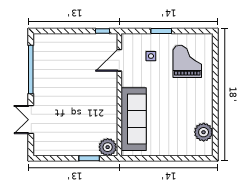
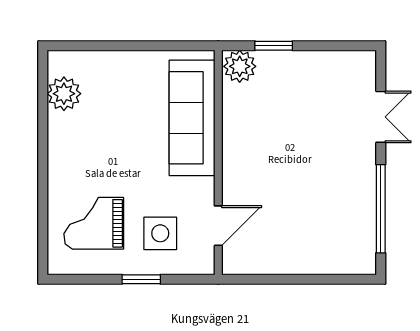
window: (102, 31) -> (249, 279), removed
side table: (151, 56) -> (160, 233), width x1.87, depth x1.87
grand piano: (187, 61) -> (94, 223), turned 90

